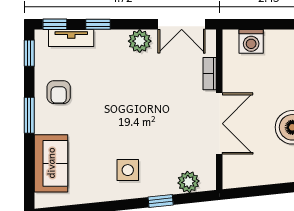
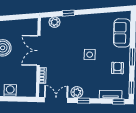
window: (98, 24) -> (84, 101), moved
washing machine: (251, 41) -> (10, 90), moved
side table: (128, 170) -> (90, 55), moved

